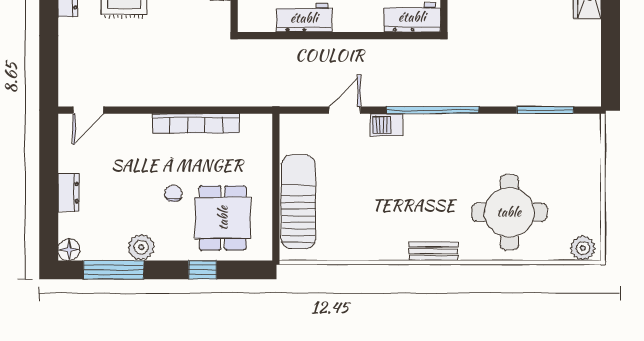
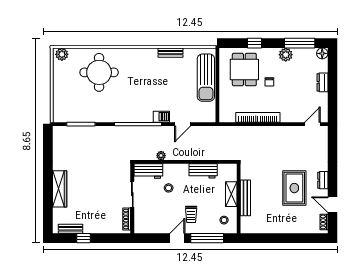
plant: (387, 48) -> (161, 156), added
bench: (433, 251) -> (170, 53), moved

